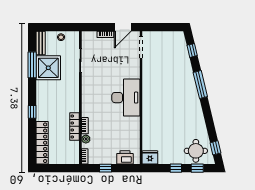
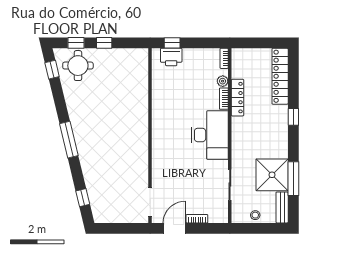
window: (200, 85) -> (69, 140), moved
desk: (126, 98) -> (210, 135), moved, turned 180
fridge: (150, 157) -> (138, 57), removed
window: (105, 168) -> (172, 43), moved

